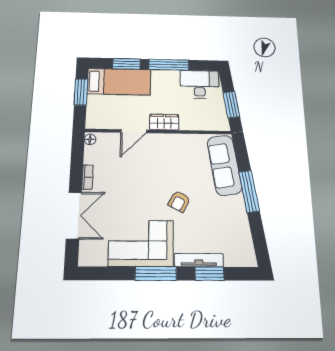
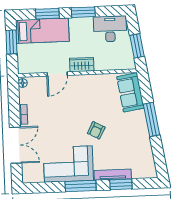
window: (169, 65) -> (83, 12), width x0.69
sofa: (224, 165) -> (130, 92), width x0.73

